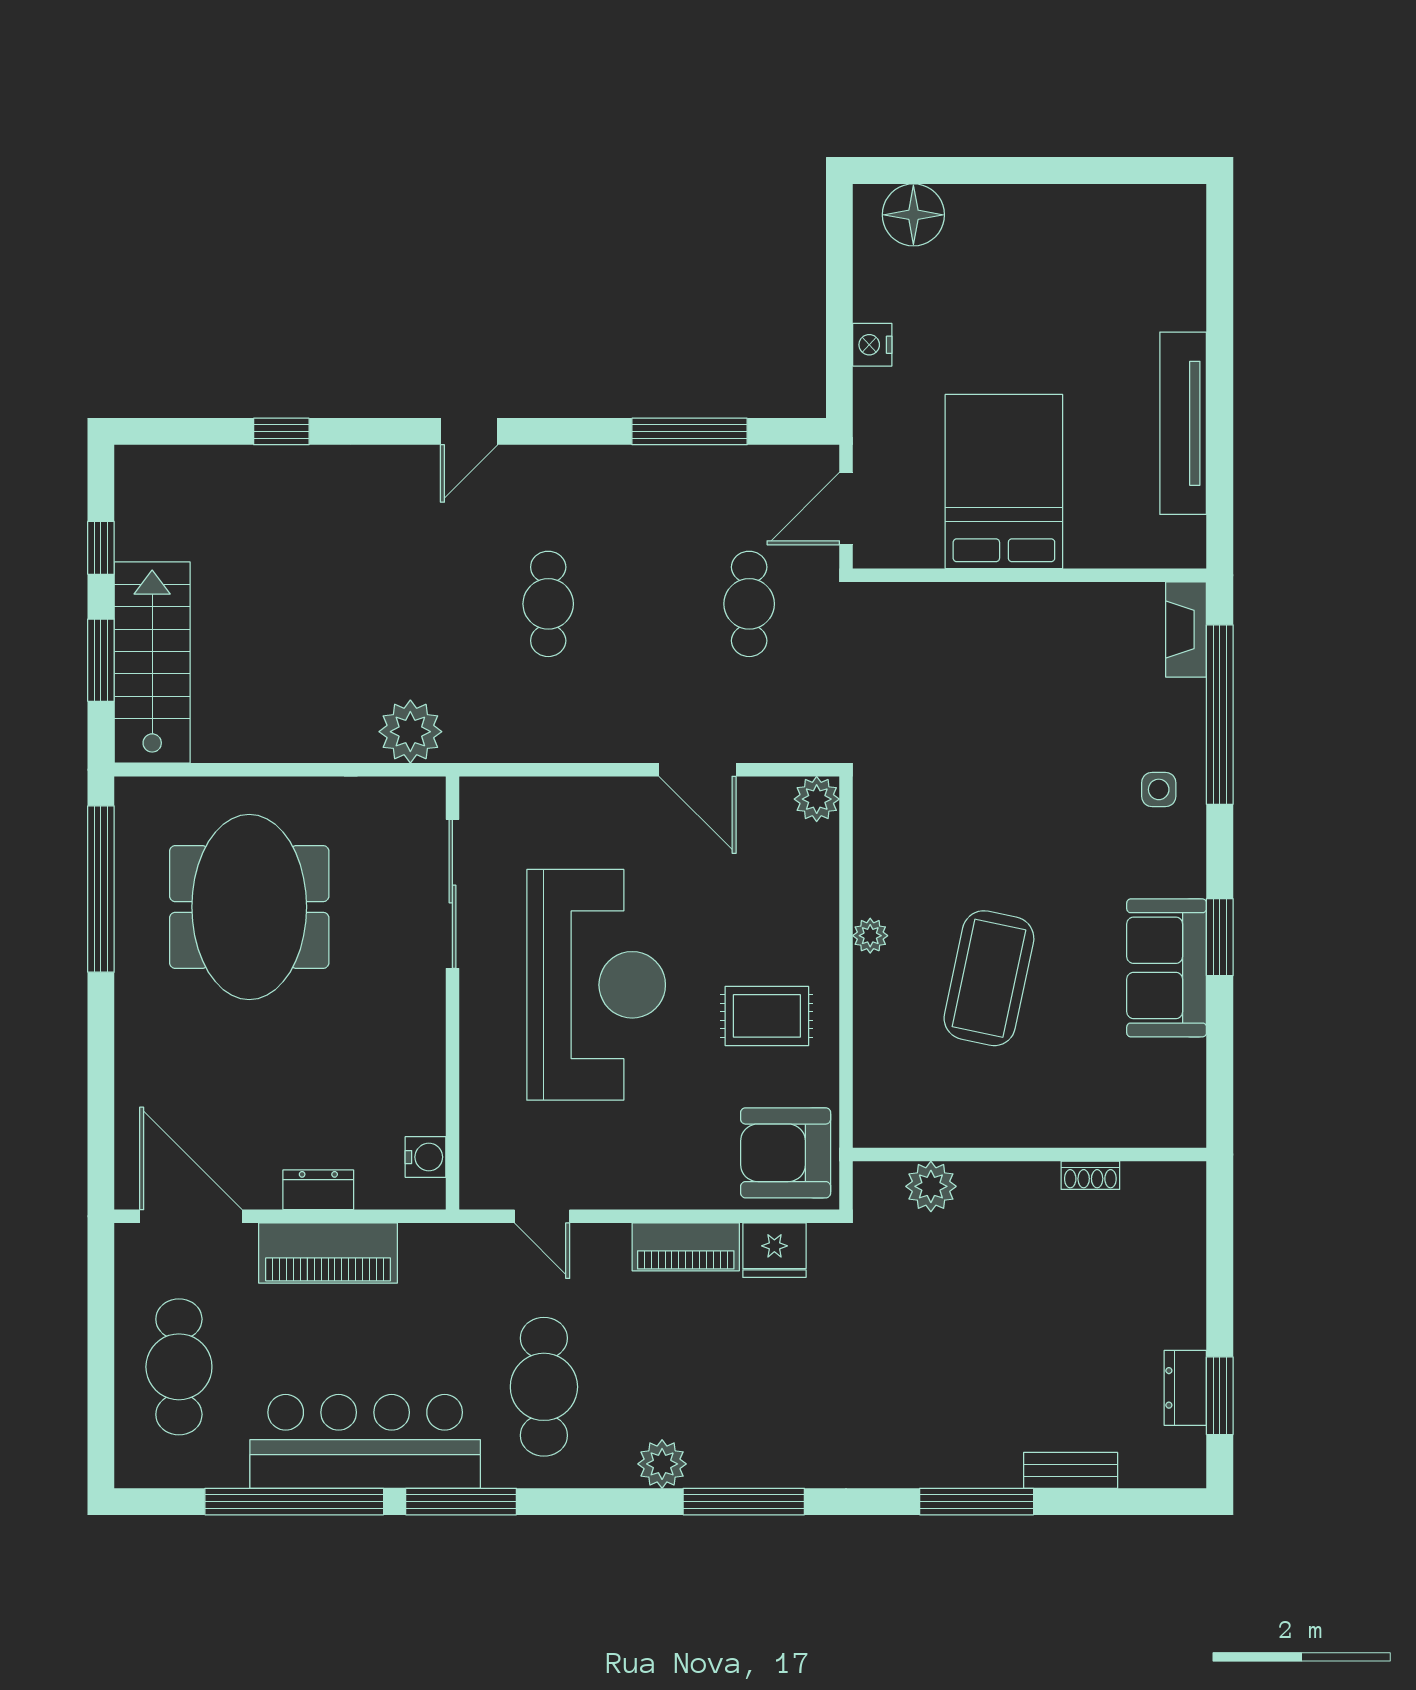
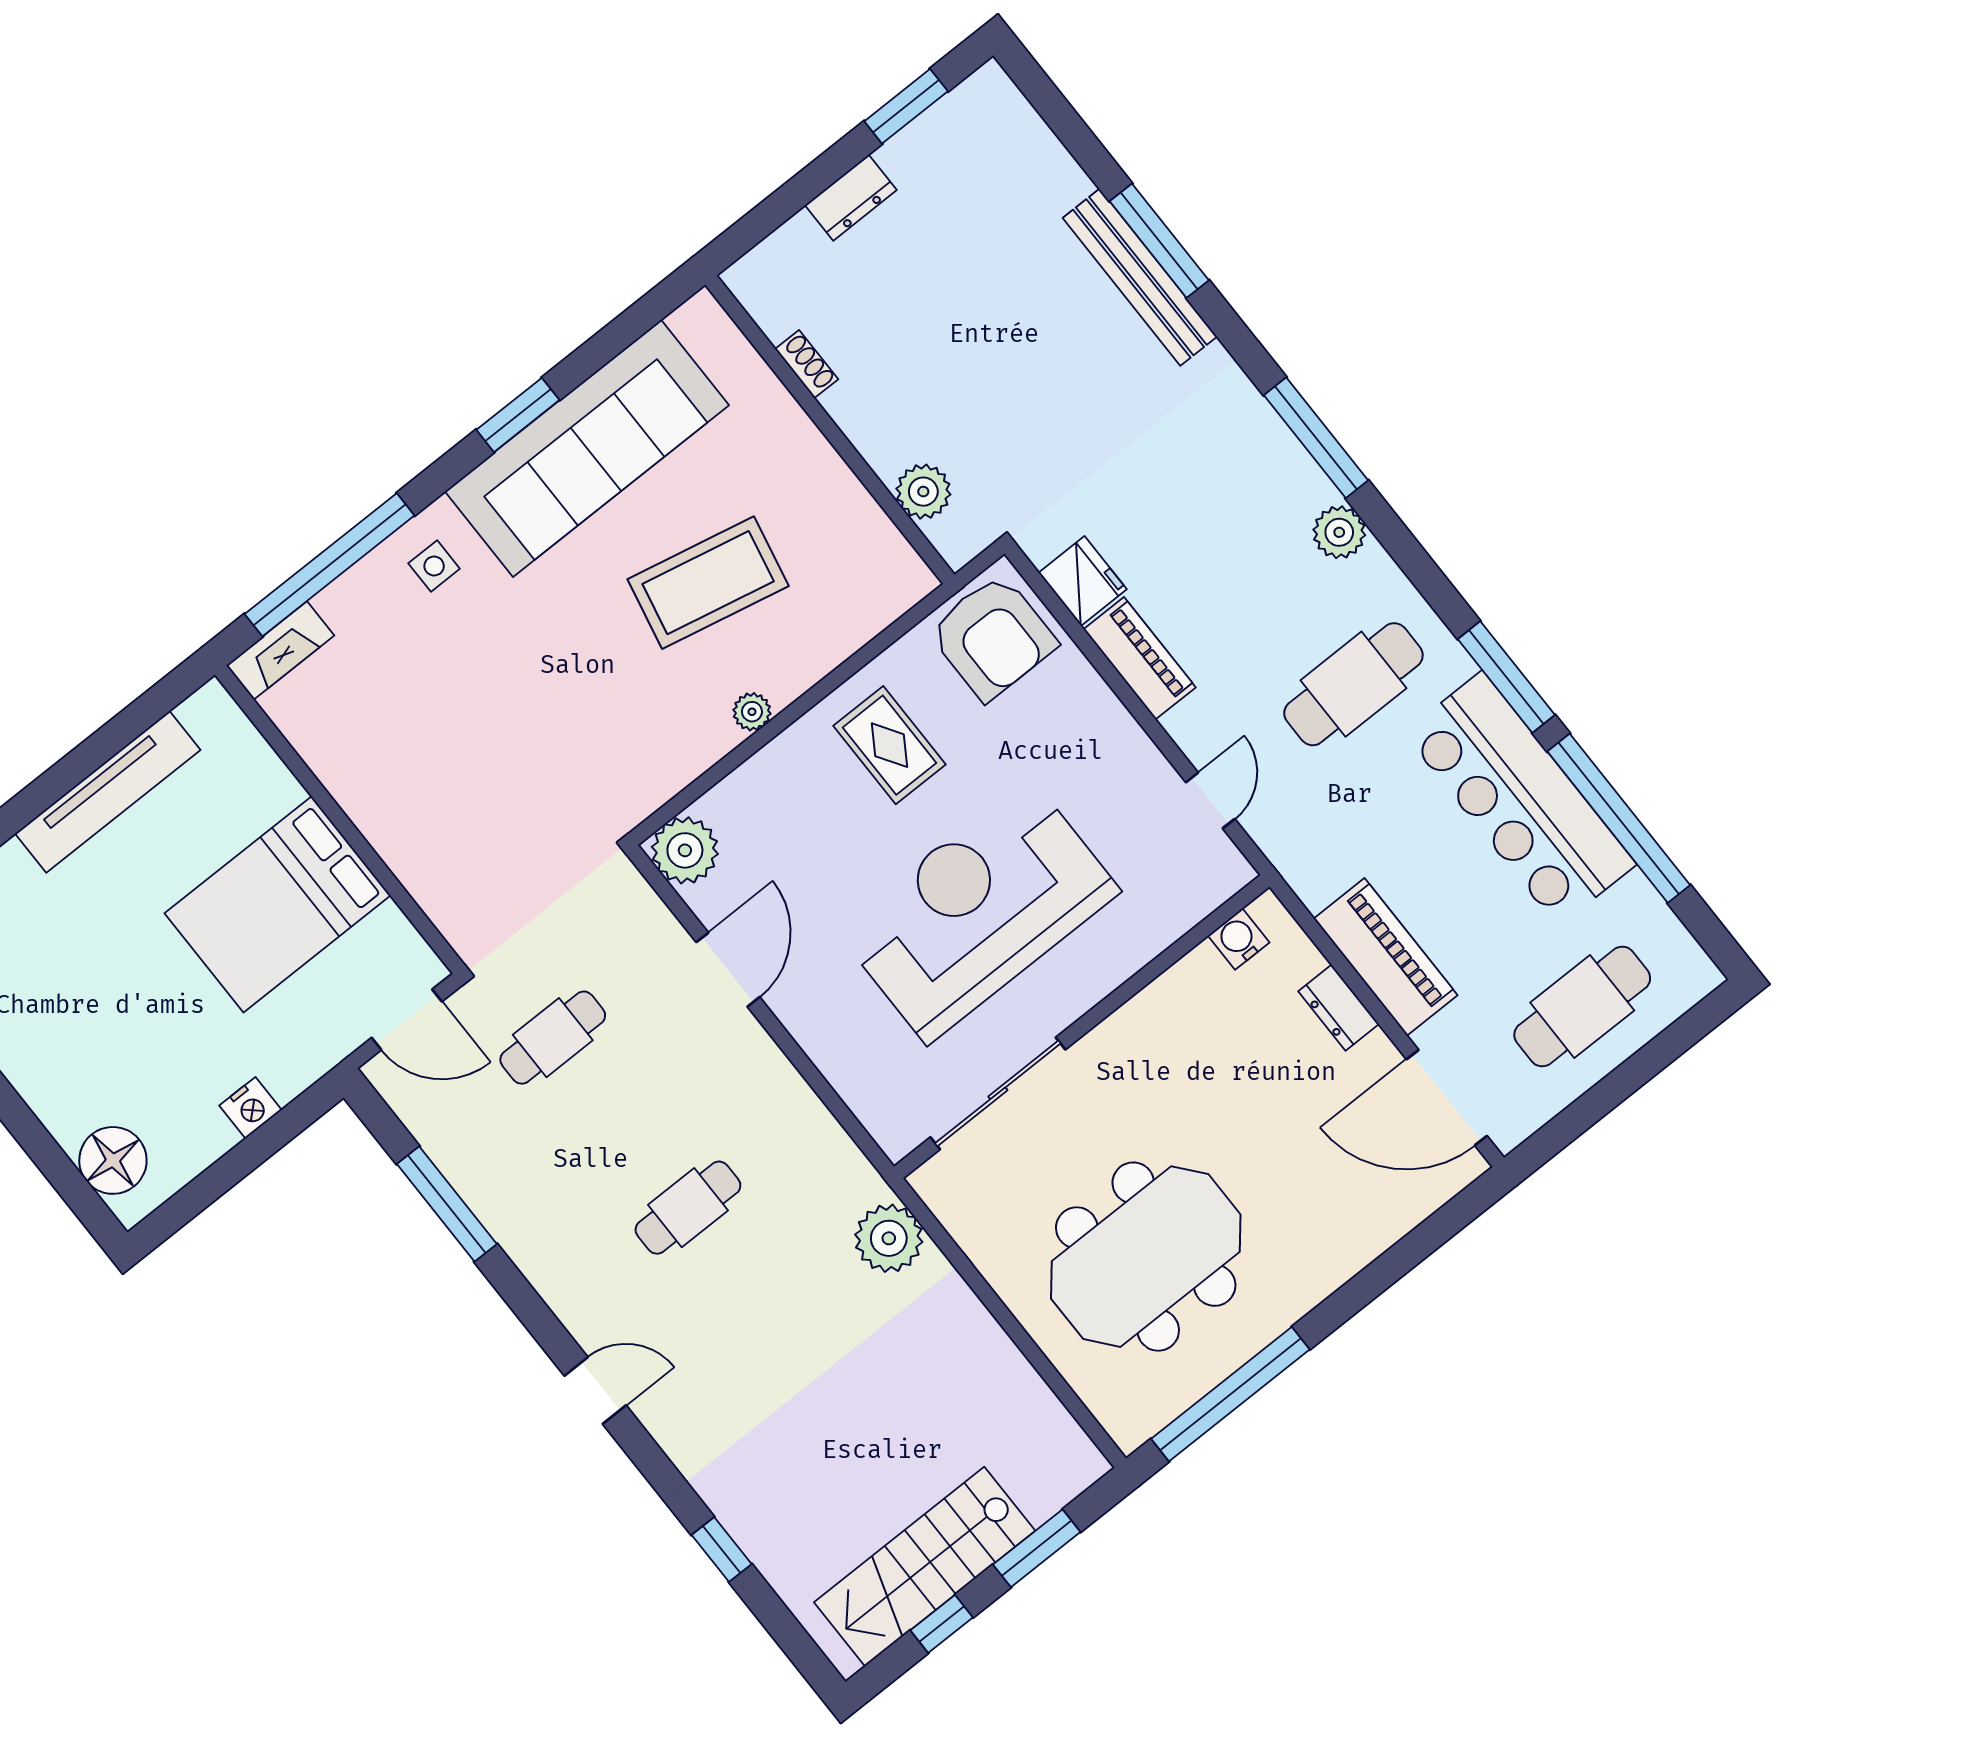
stairs: (152, 662) -> (925, 1567), moved
plant: (817, 799) -> (685, 850), width x1.36, depth x1.36
sofa: (1167, 968) -> (587, 448), width x1.85, depth x1.27
door: (191, 1216) -> (1447, 1098), hinge flipped
dresser: (1185, 1388) -> (851, 198), moved
bench: (1071, 1470) -> (1140, 277), moved, width x1.86, depth x1.21

